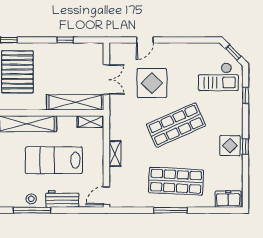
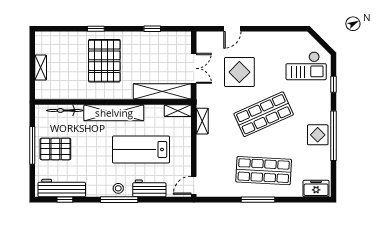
window: (233, 53) -> (321, 41), removed
window: (246, 146) -> (333, 136), width x3.17
shelving: (115, 154) -> (202, 121), moved

